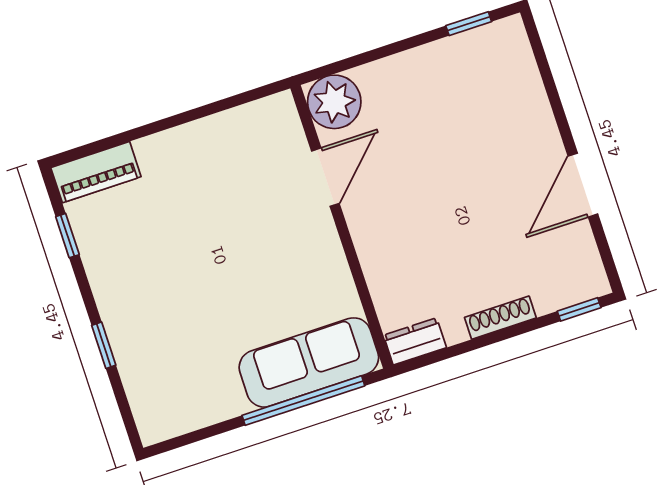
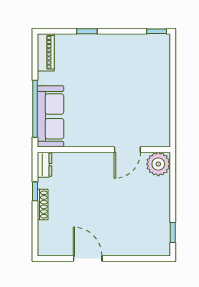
piano: (96, 172) -> (46, 52), moved, turned 180
door: (325, 177) -> (127, 150), hinge flipped
window: (67, 236) -> (157, 31), moved
window: (579, 309) -> (35, 191), moved

